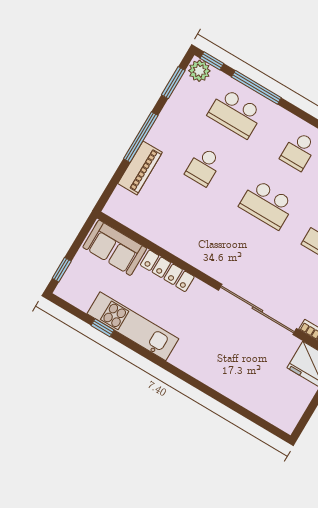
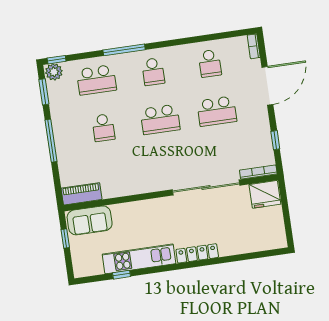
window: (256, 87) -> (124, 50), moved
piano: (140, 168) -> (82, 194), moved, turned -90
window: (62, 270) -> (65, 238), moved
locker: (167, 271) -> (197, 253), moved, turned 180

